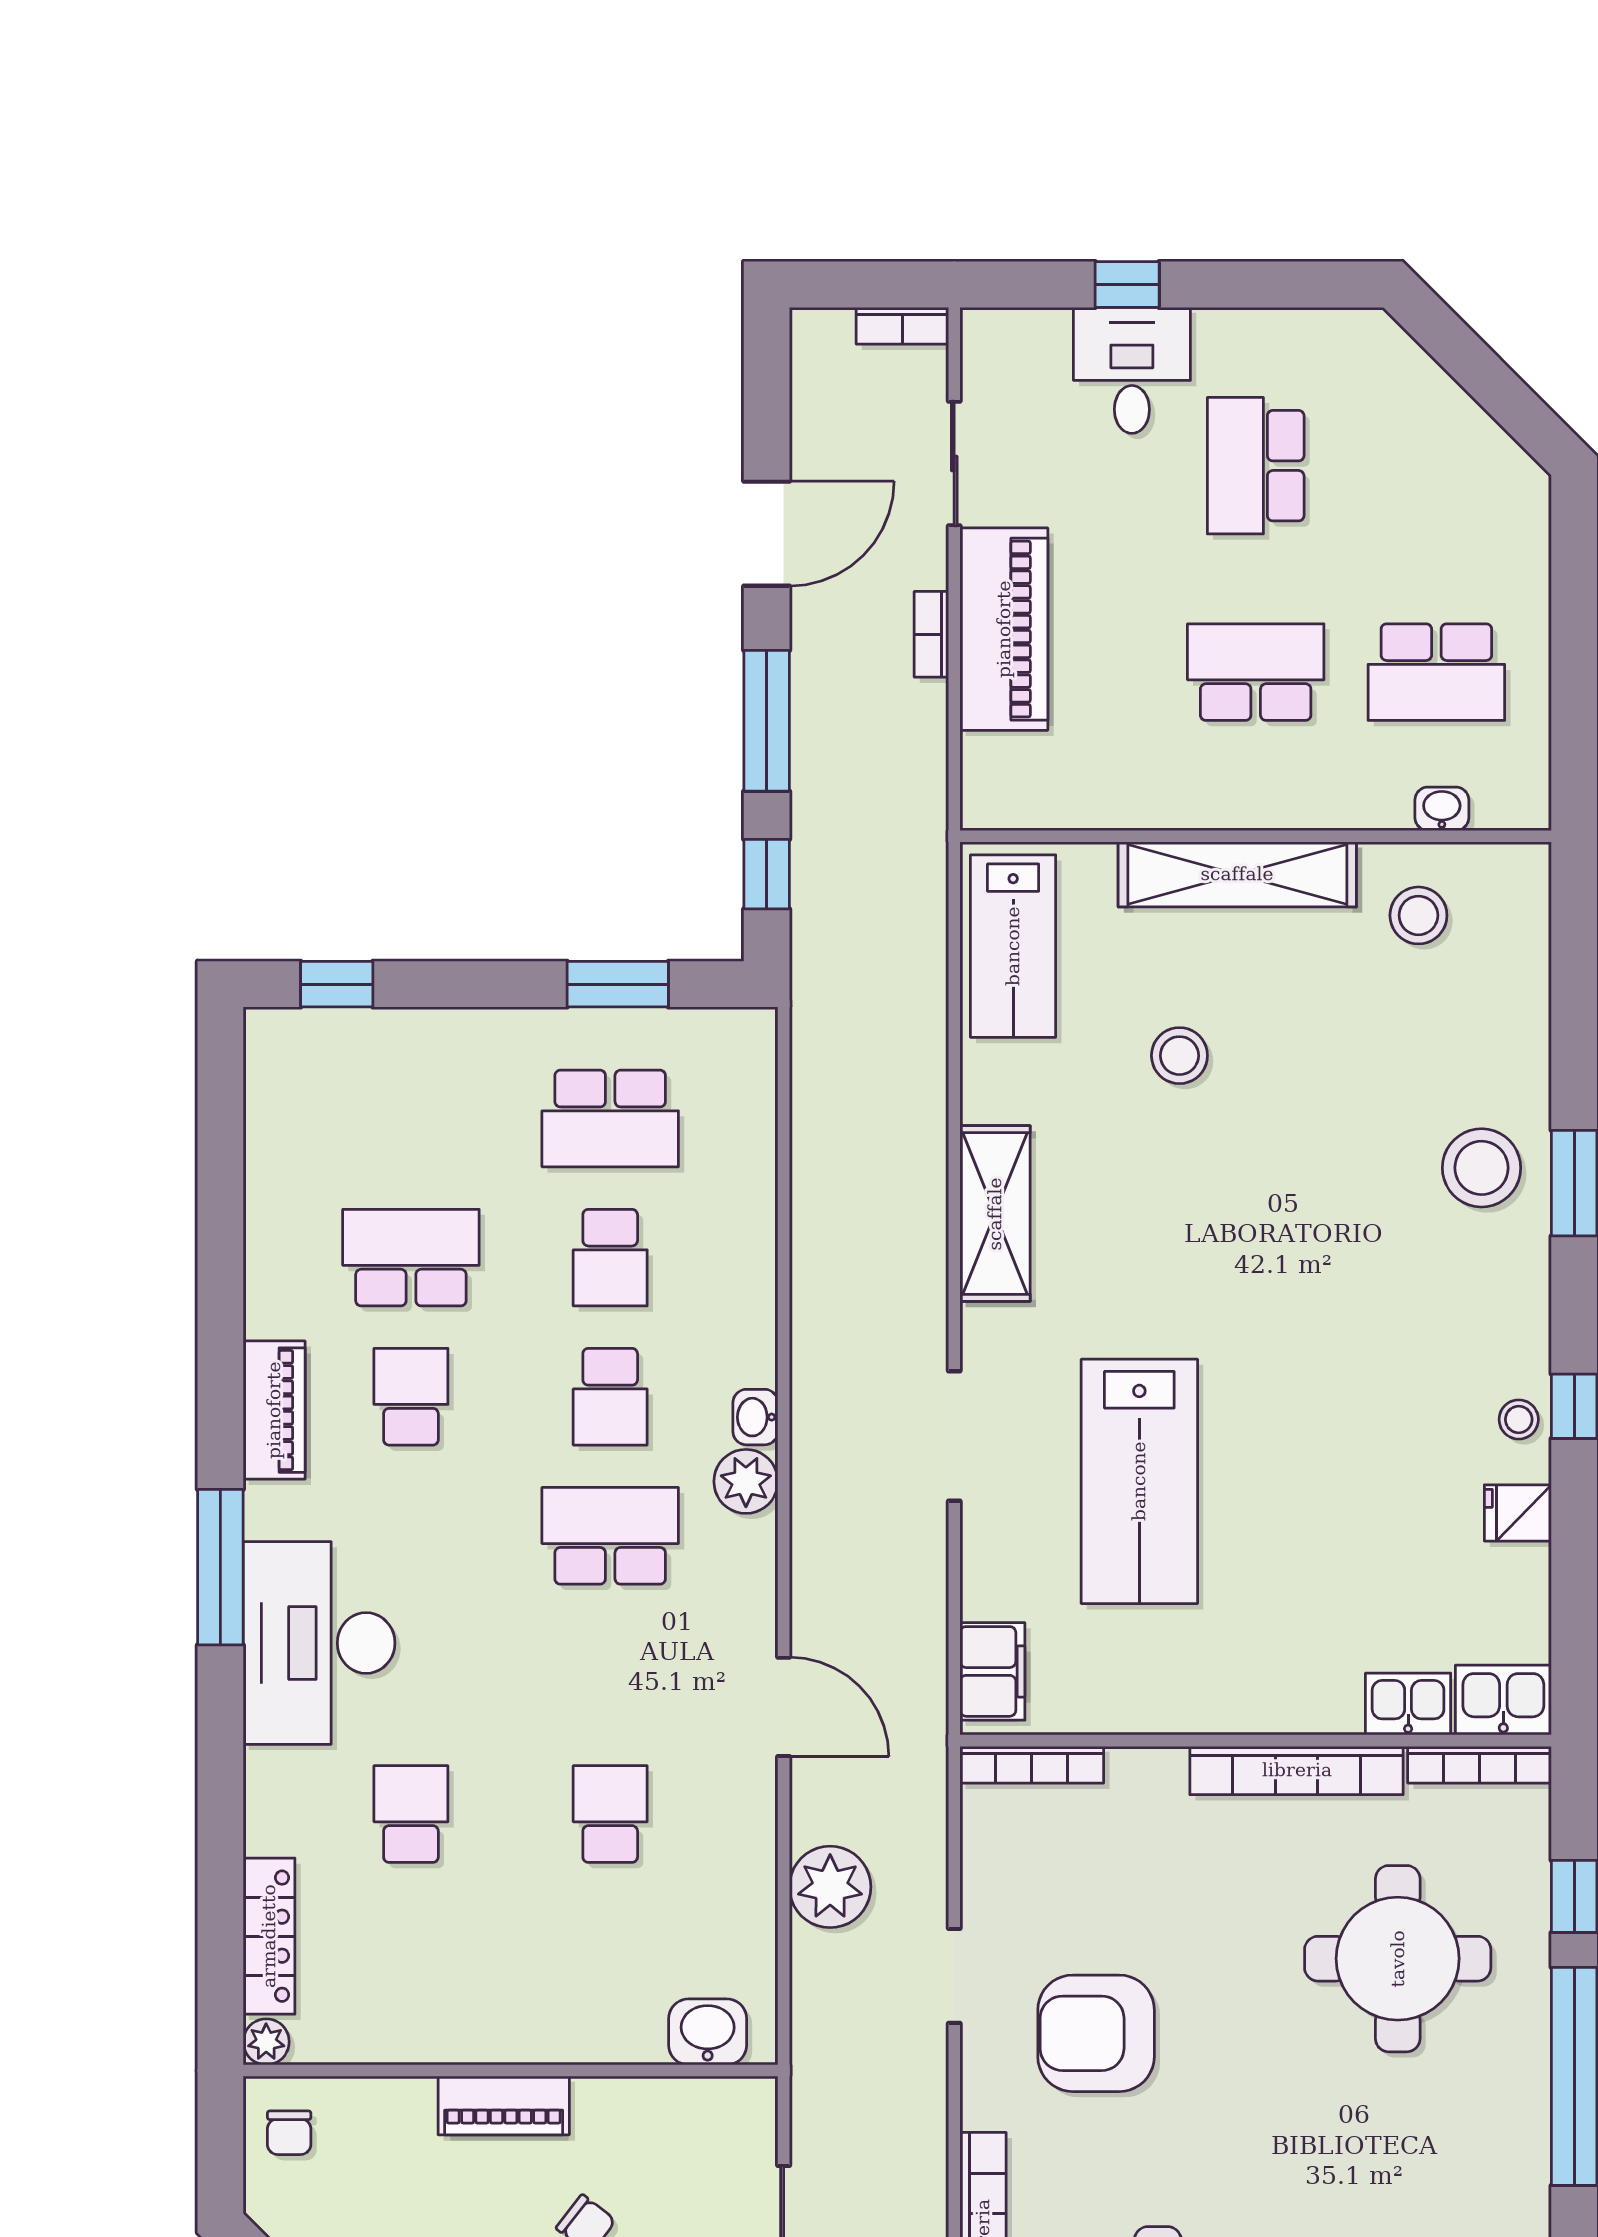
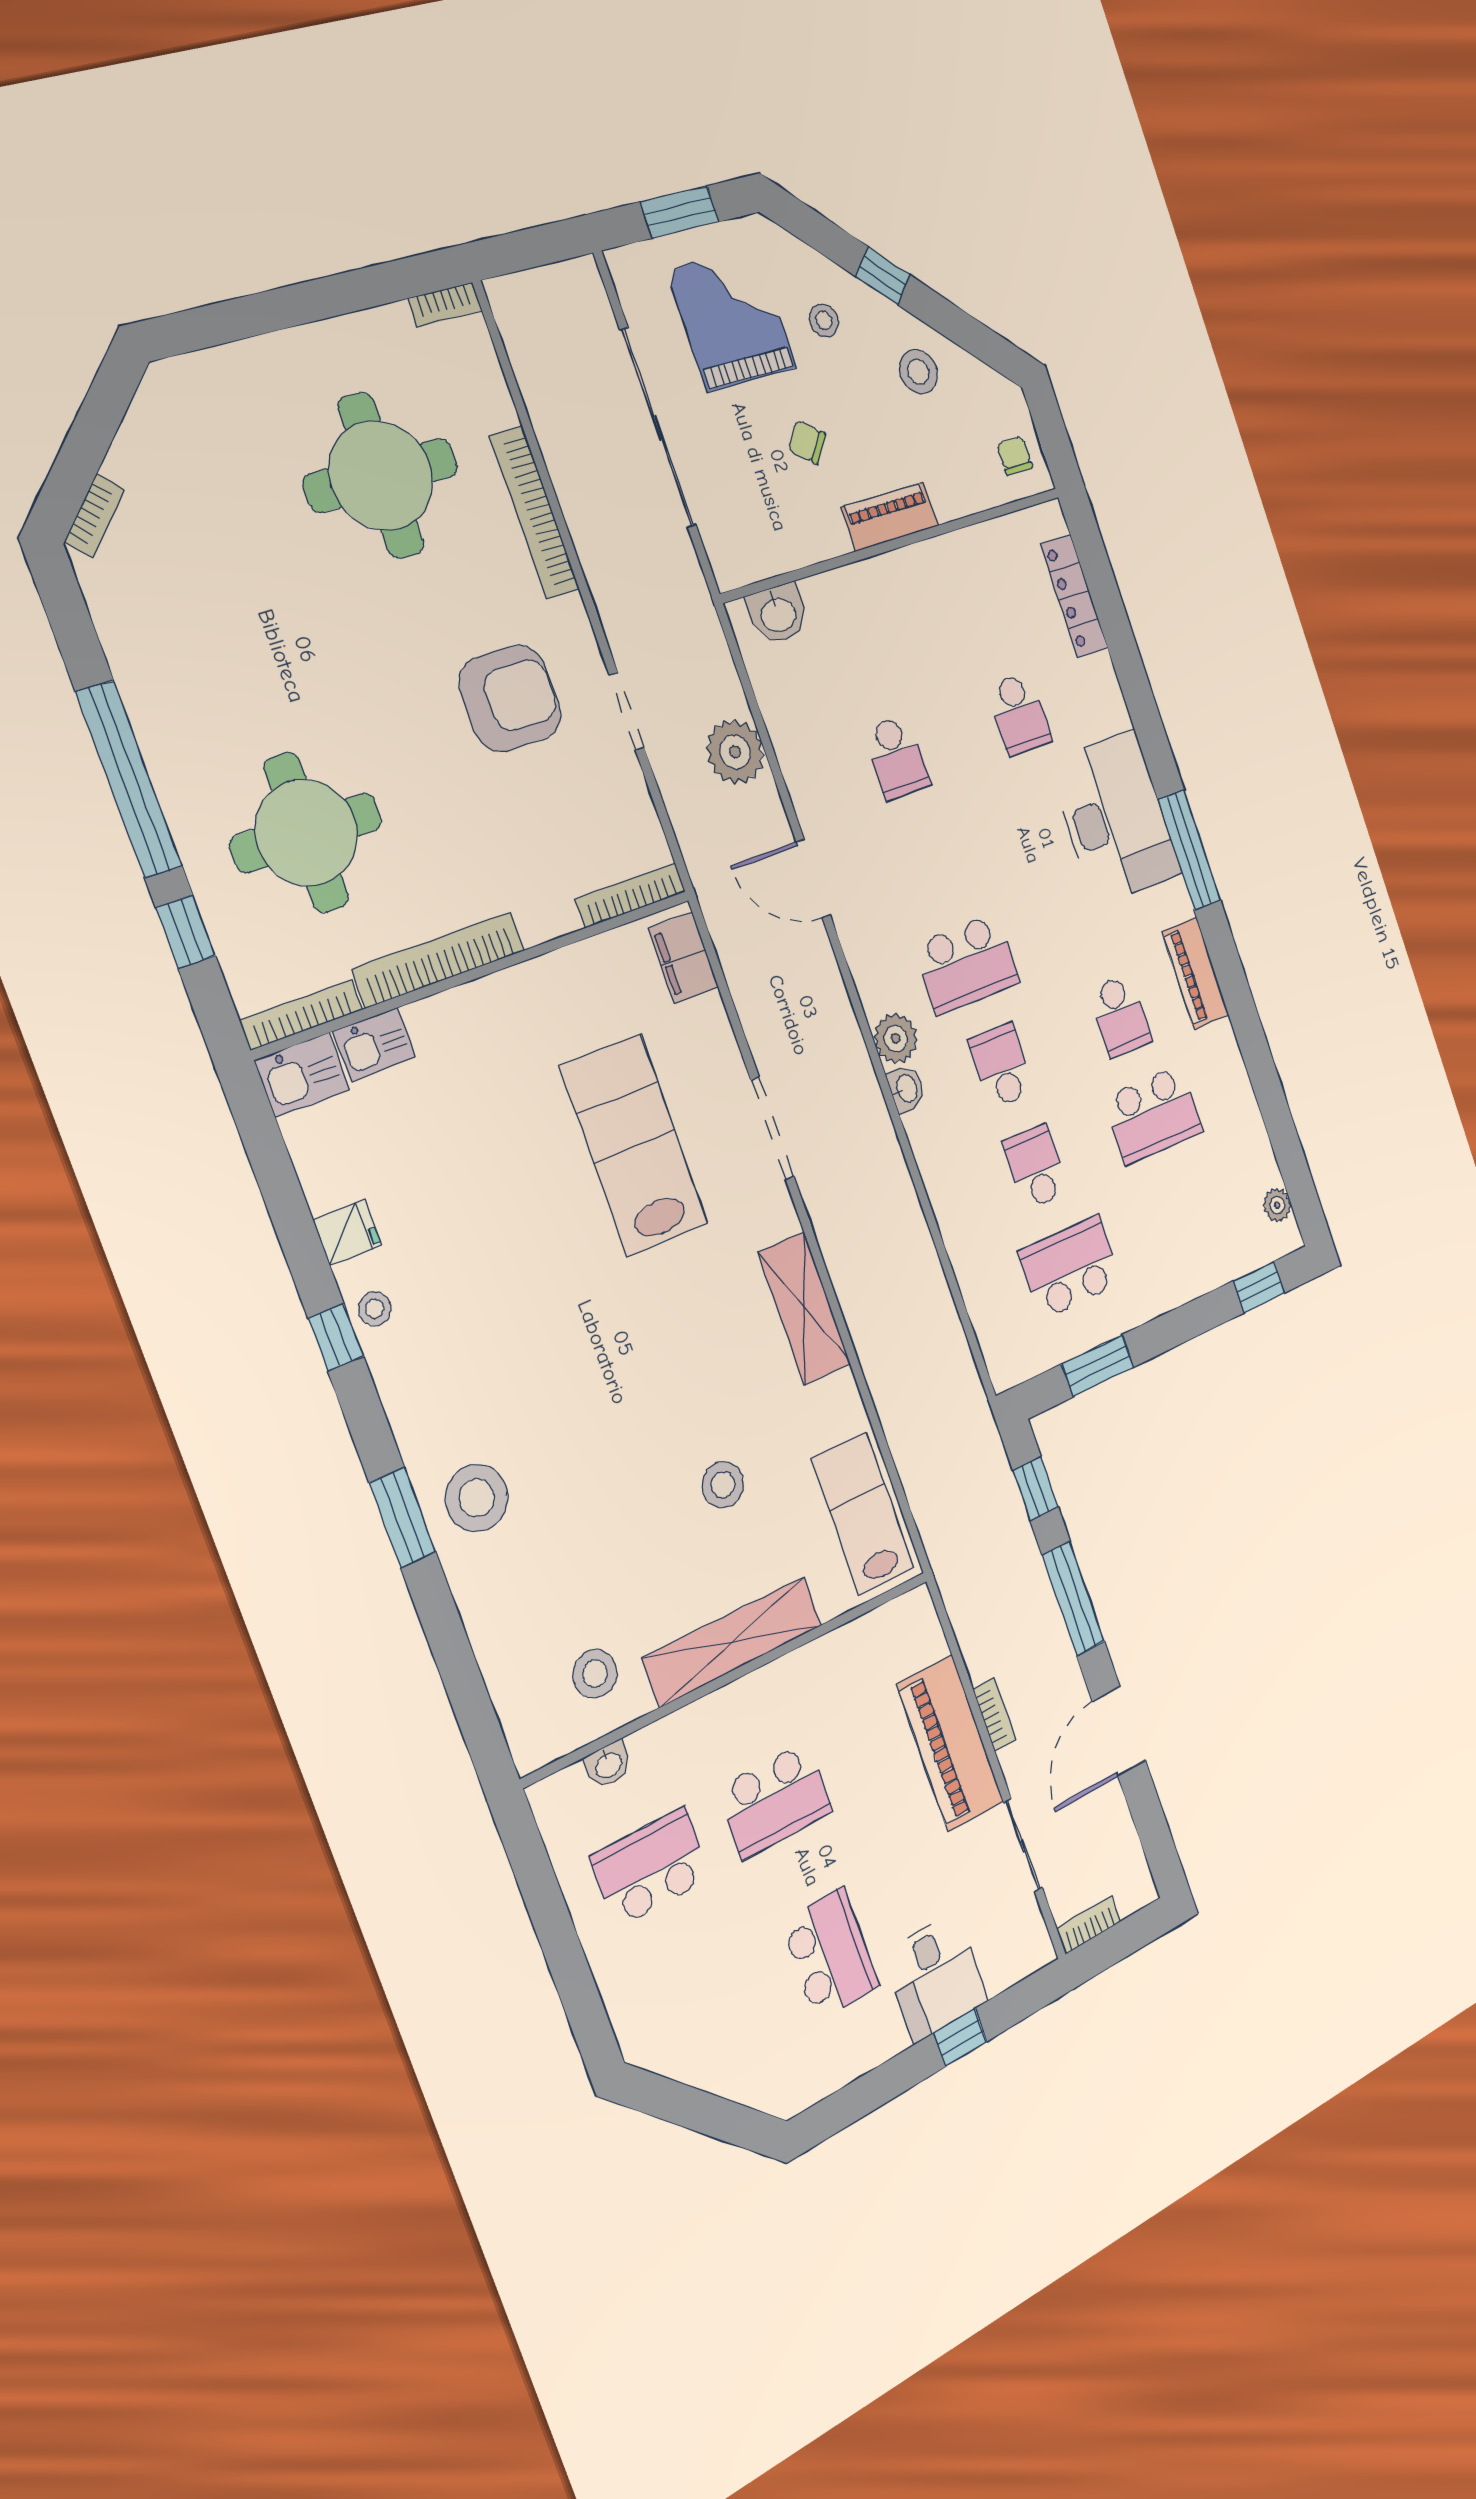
plant: (266, 2042) -> (1277, 1205), moved

